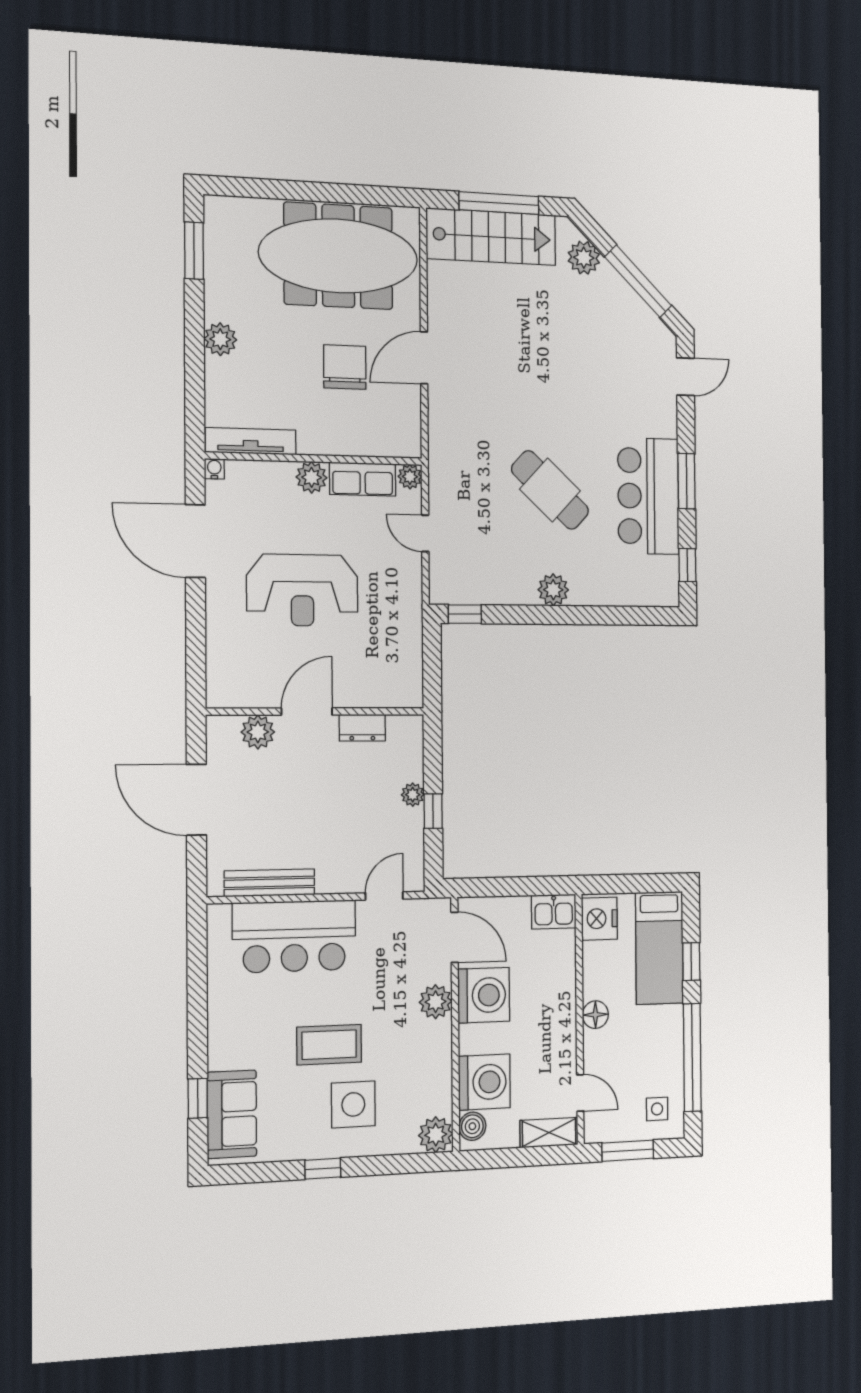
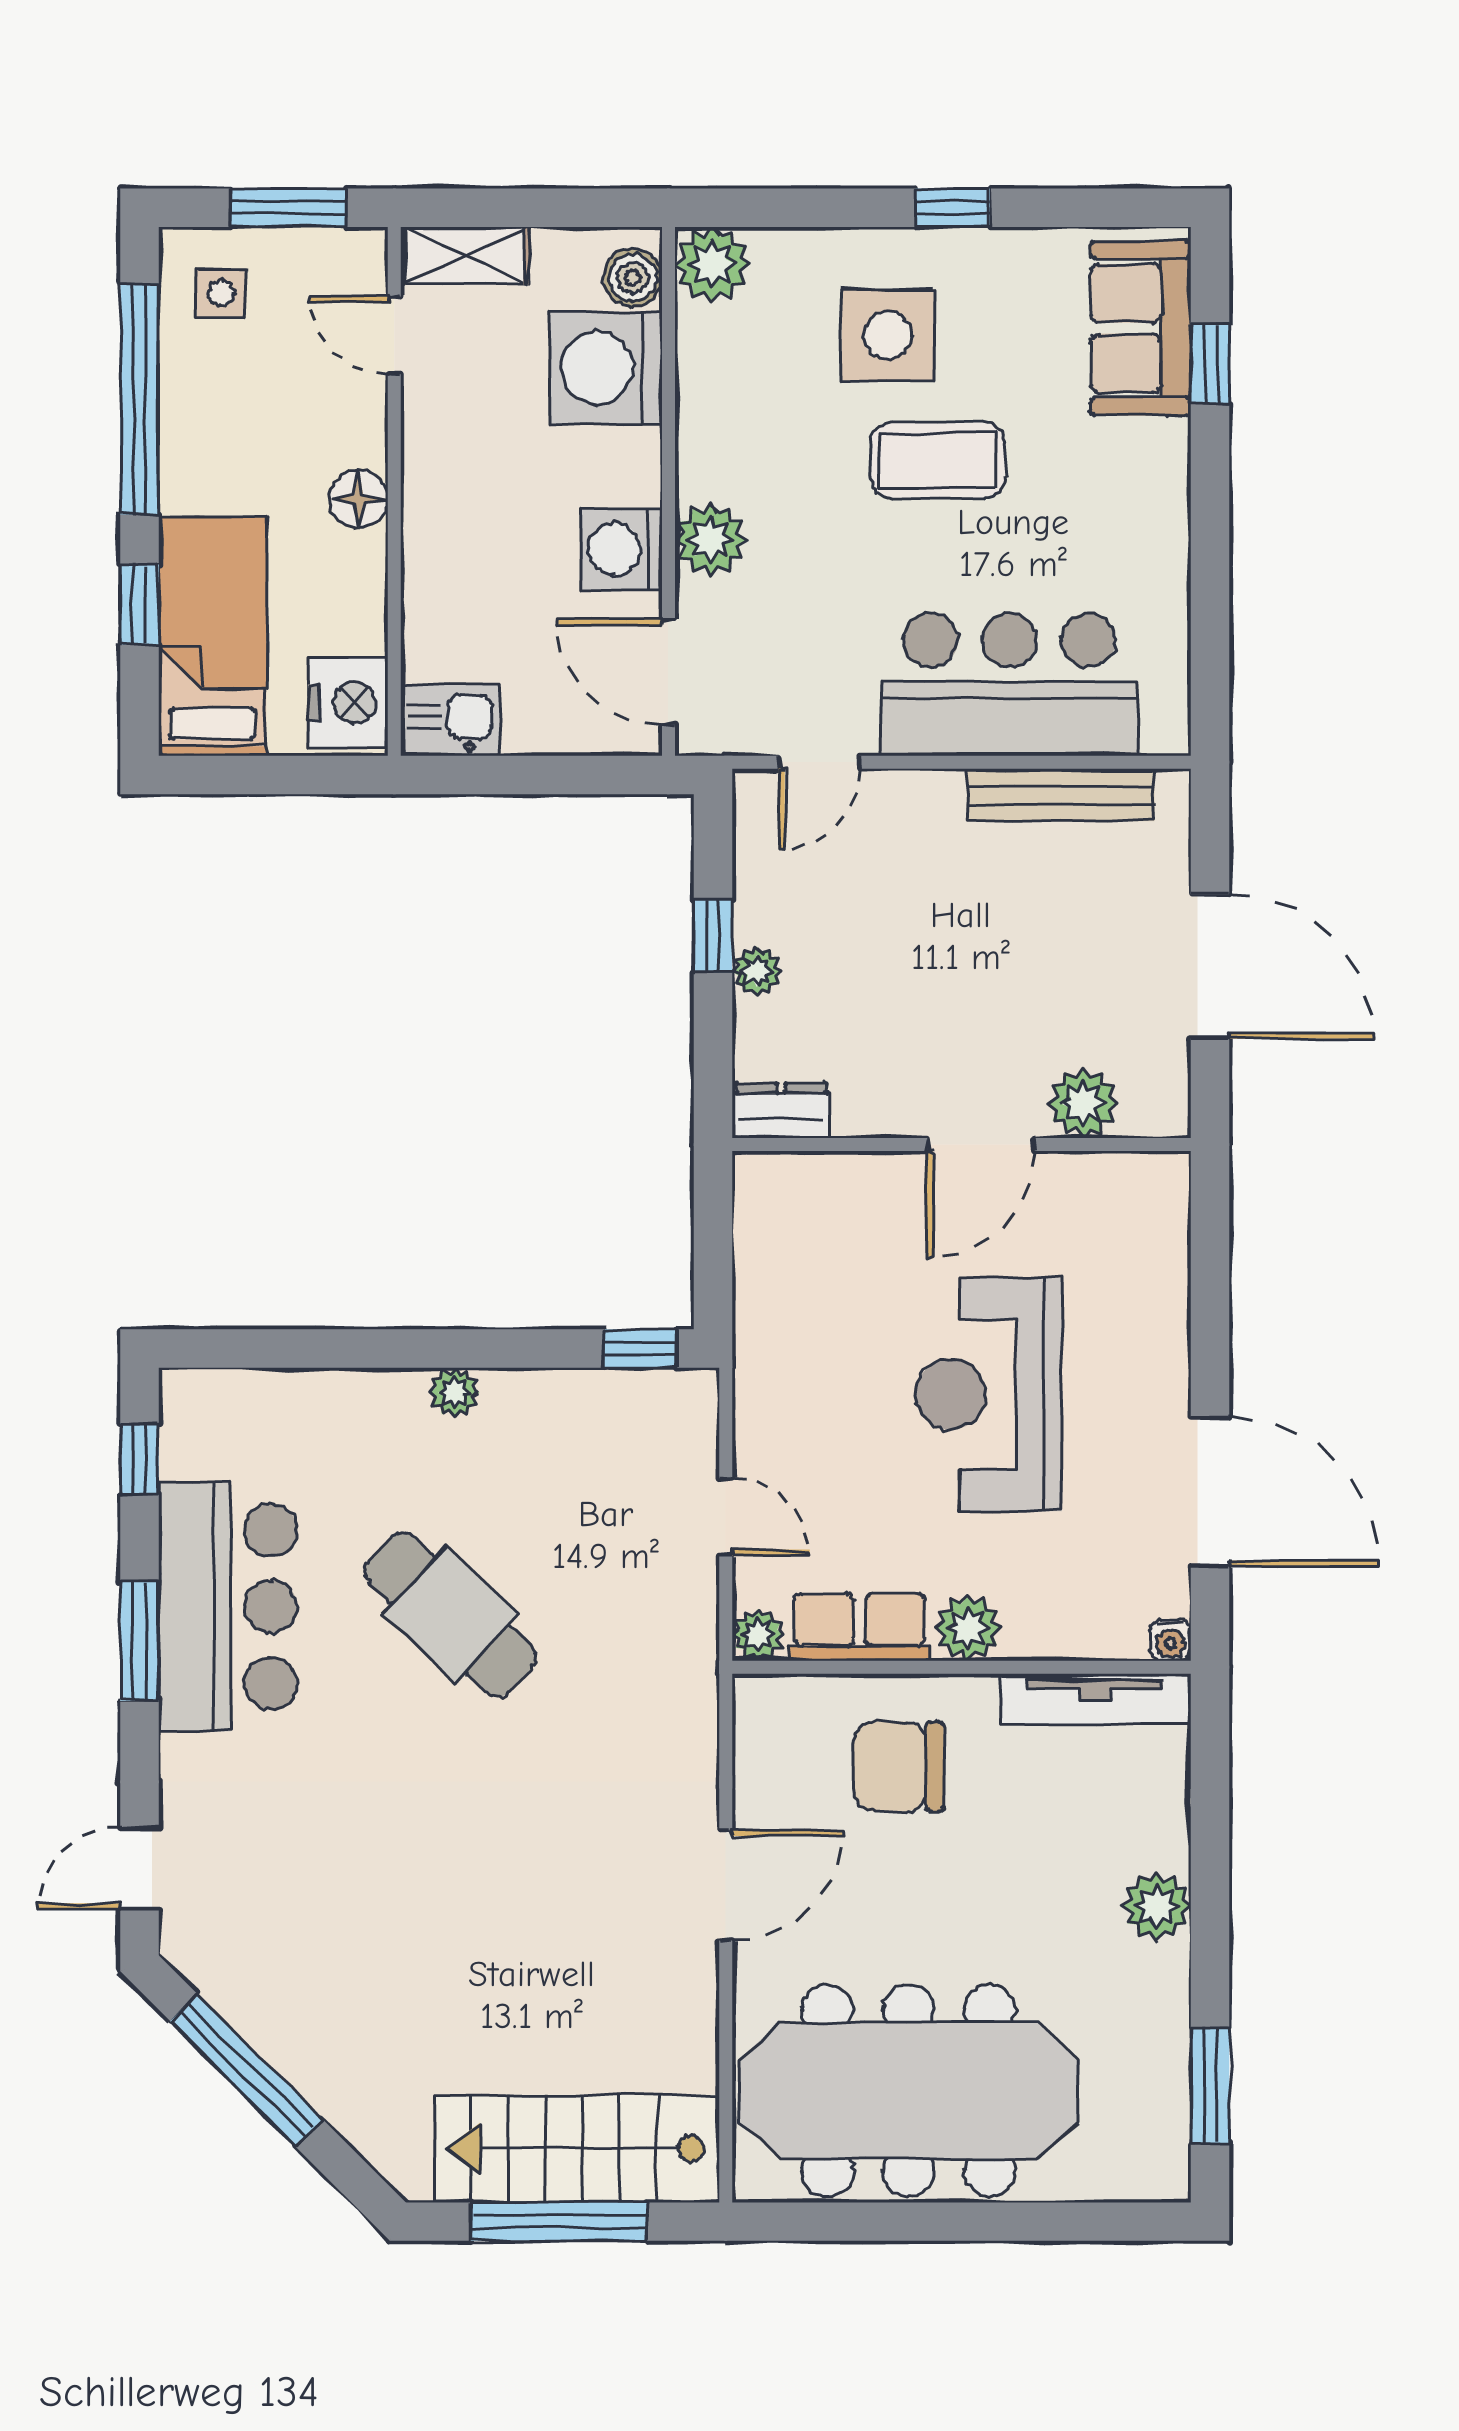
plant: (584, 258) -> (370, 2115), removed
chair: (345, 367) -> (899, 1766), moved, turned 90
reception desk: (302, 590) -> (989, 1394), turned -90
plant: (553, 590) -> (454, 1393), width x0.73, depth x0.73
dresser: (362, 728) -> (781, 1111), moved
washing machine: (484, 995) -> (621, 549), width x0.73, depth x0.73

